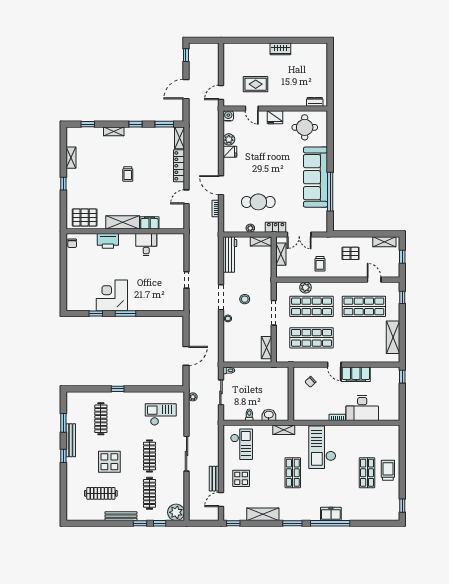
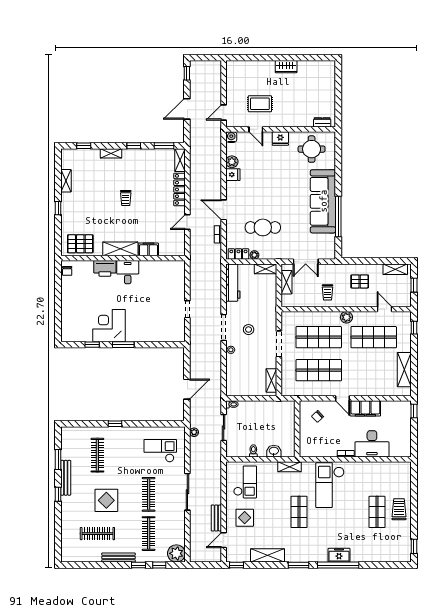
locker: (276, 227) -> (238, 254), moved
desk: (146, 245) -> (128, 272), moved
plant: (305, 287) -> (346, 317), moved

